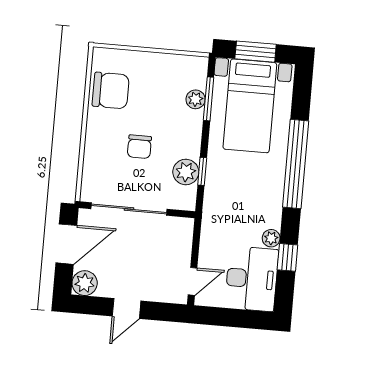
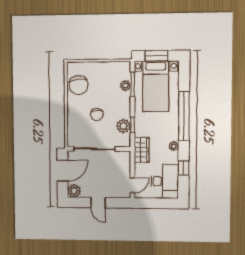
chair: (111, 91) -> (79, 85), turned 82
wardrobe: (215, 218) -> (142, 150), added
plant: (271, 238) -> (174, 146), moved
door: (127, 308) -> (98, 203), hinge flipped

